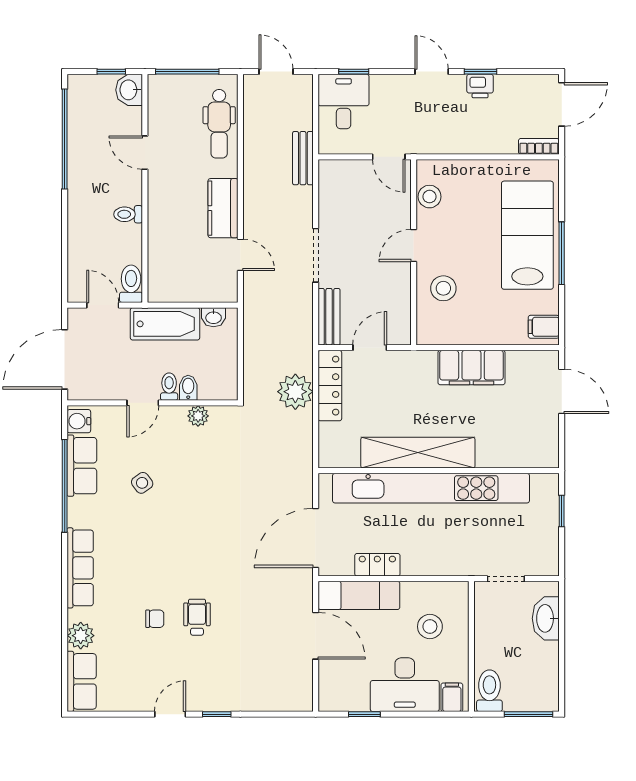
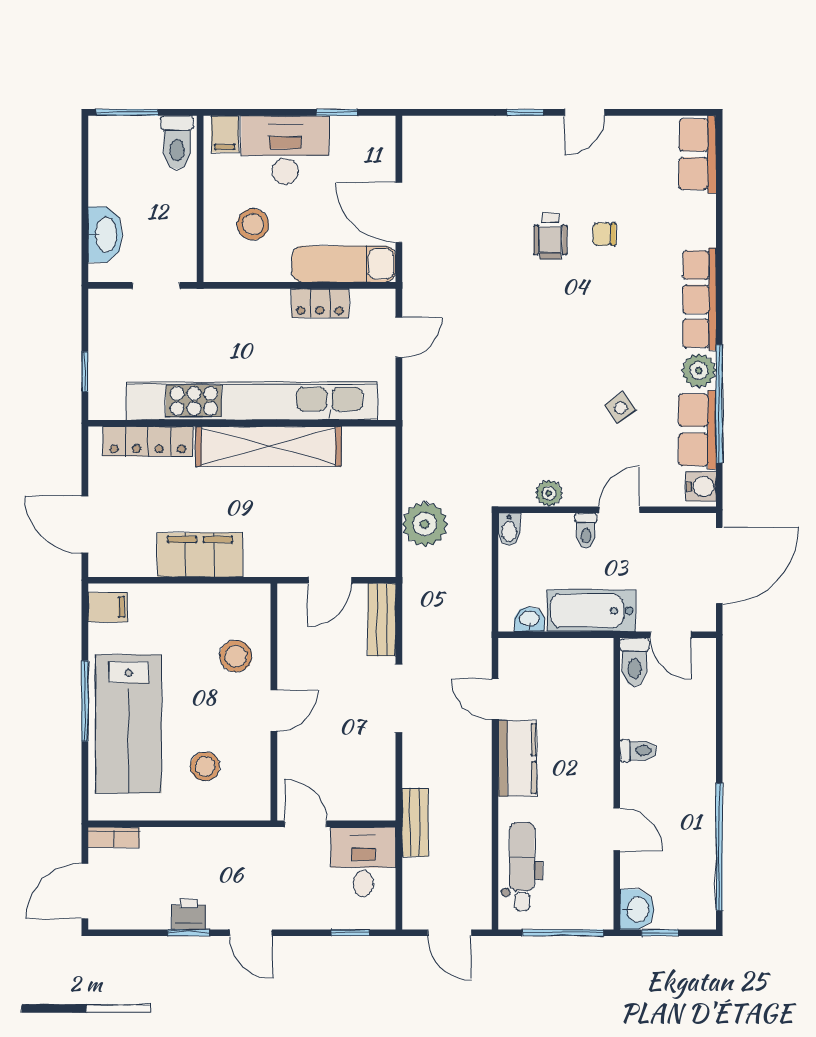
desk: (344, 102) -> (363, 862), moved, turned 180
stool: (429, 197) -> (205, 766), moved
locker: (330, 386) -> (148, 441), moved, turned -90
bidet: (188, 388) -> (509, 529), moved
door: (316, 538) -> (399, 337), width x0.53
plant: (81, 636) -> (699, 371), moved

